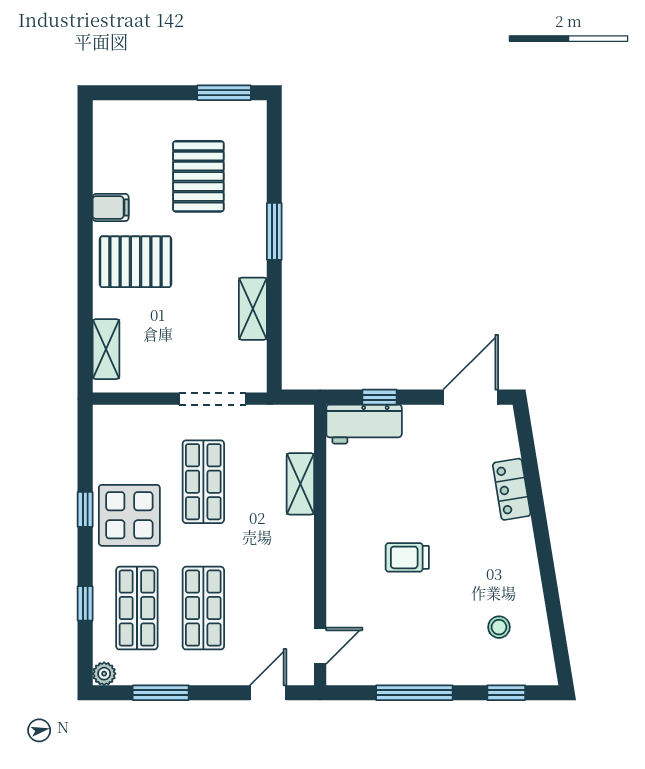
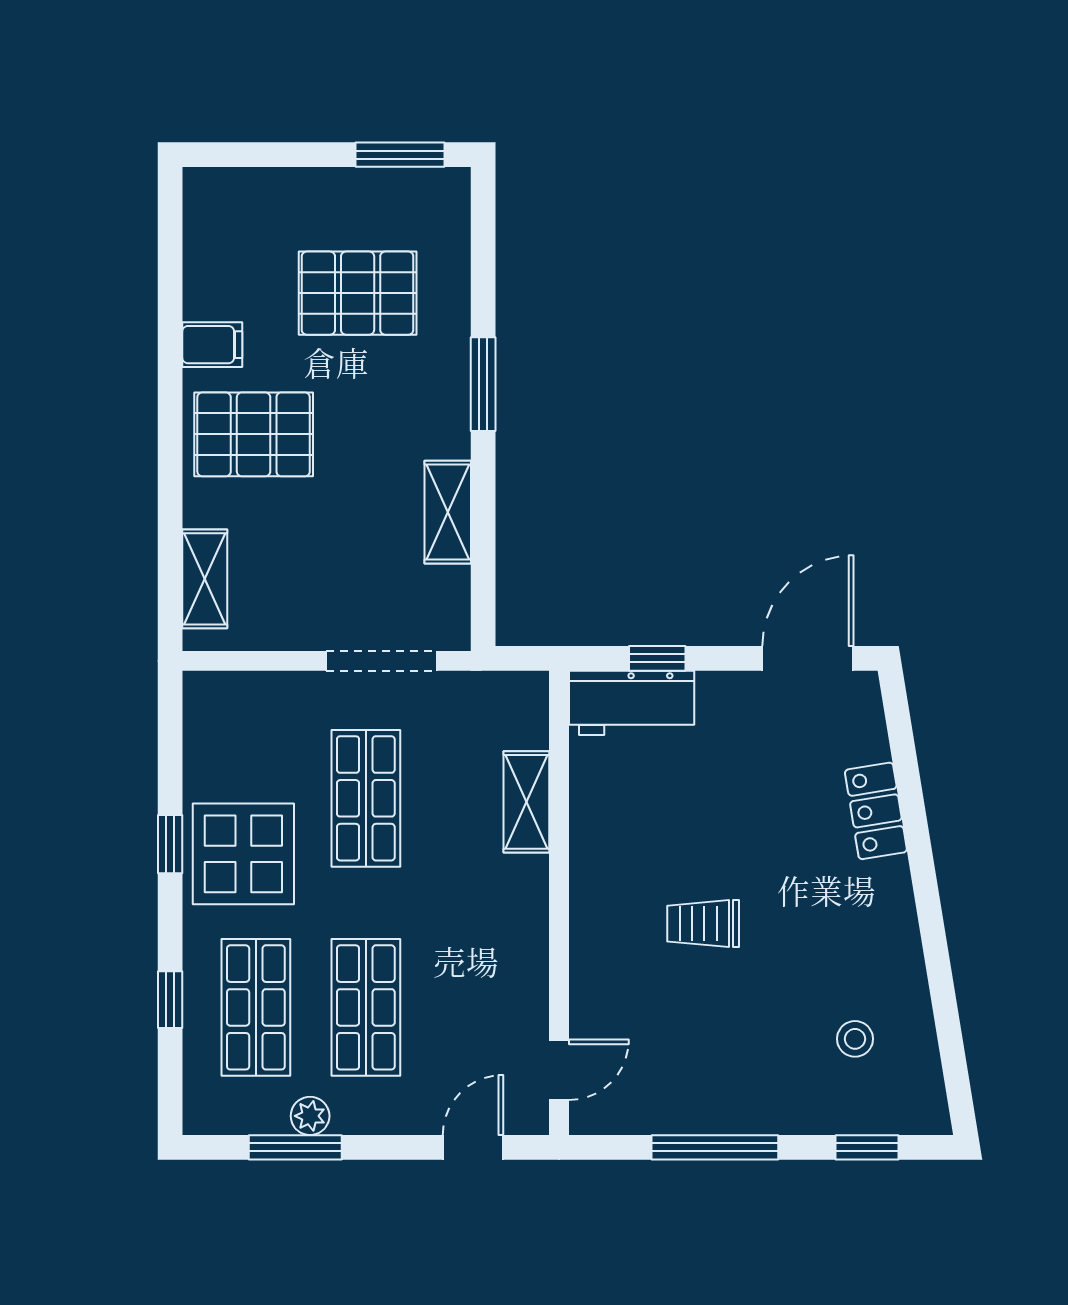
pallet: (198, 176) -> (358, 293), turned 90
plant: (104, 674) -> (310, 1116), moved

